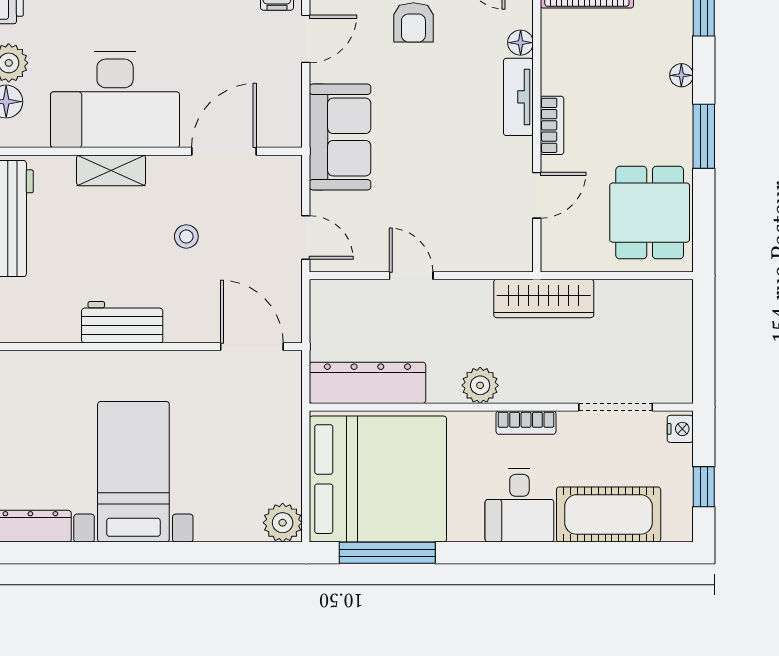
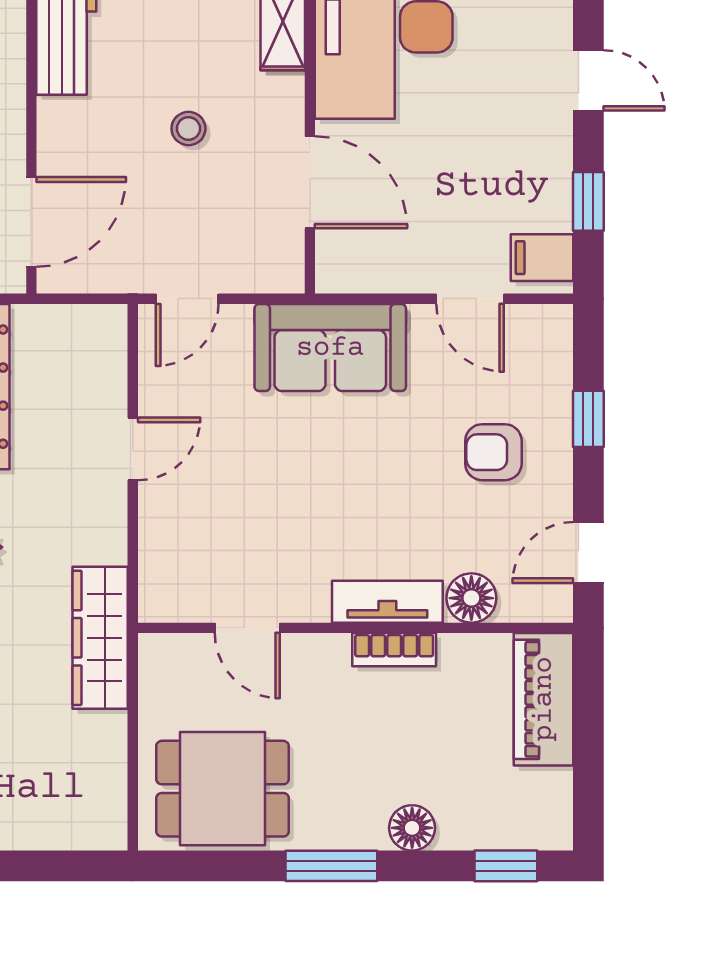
floor lamp: (521, 43) -> (471, 598), width x1.37, depth x1.37
floor lamp: (681, 75) -> (412, 828), width x1.37, depth x1.37
bookcase: (552, 125) -> (394, 650), moved

